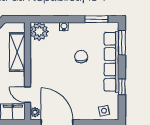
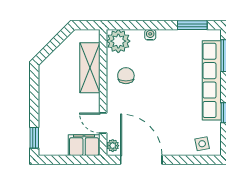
chair: (81, 57) -> (126, 76), moved

